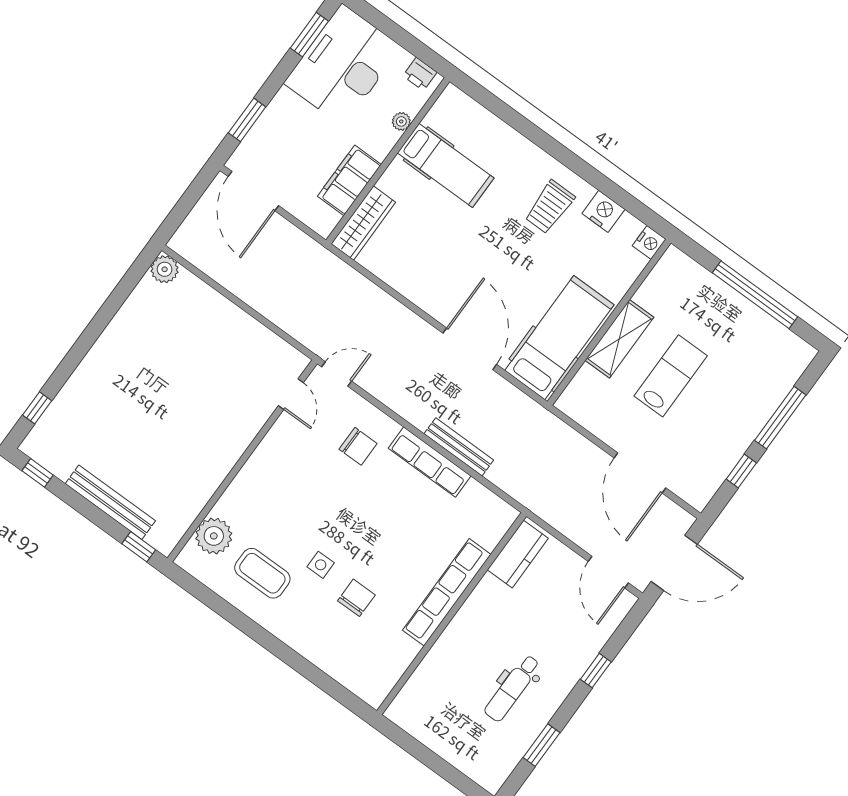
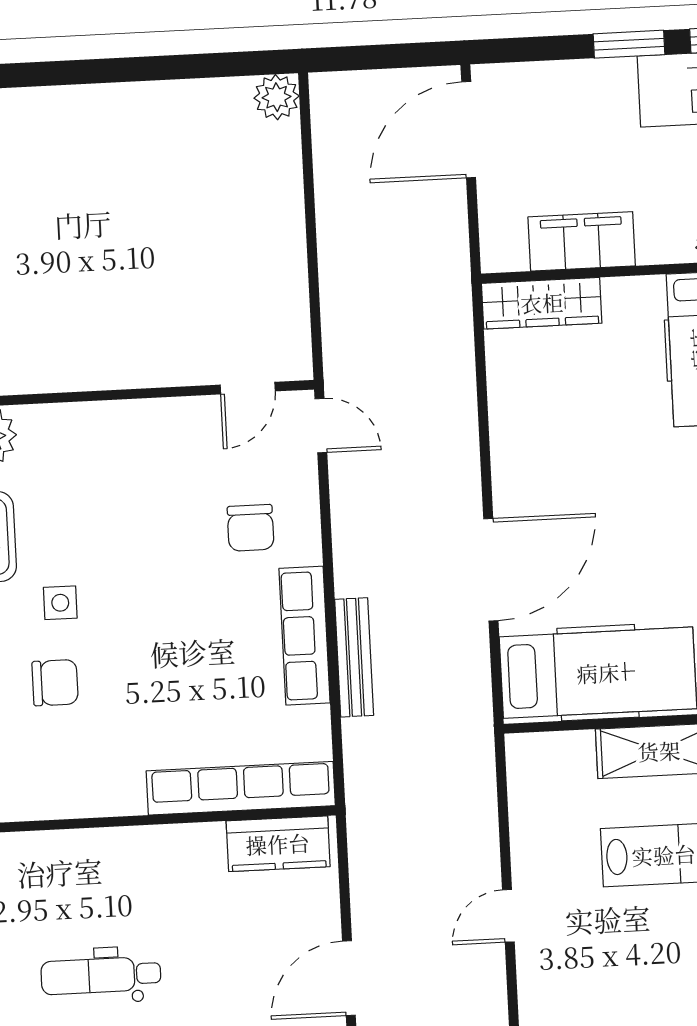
window: (247, 120) -> (629, 44), moved
door: (640, 473) -> (508, 916), width x0.53
row of seats: (447, 592) -> (241, 788), moved

